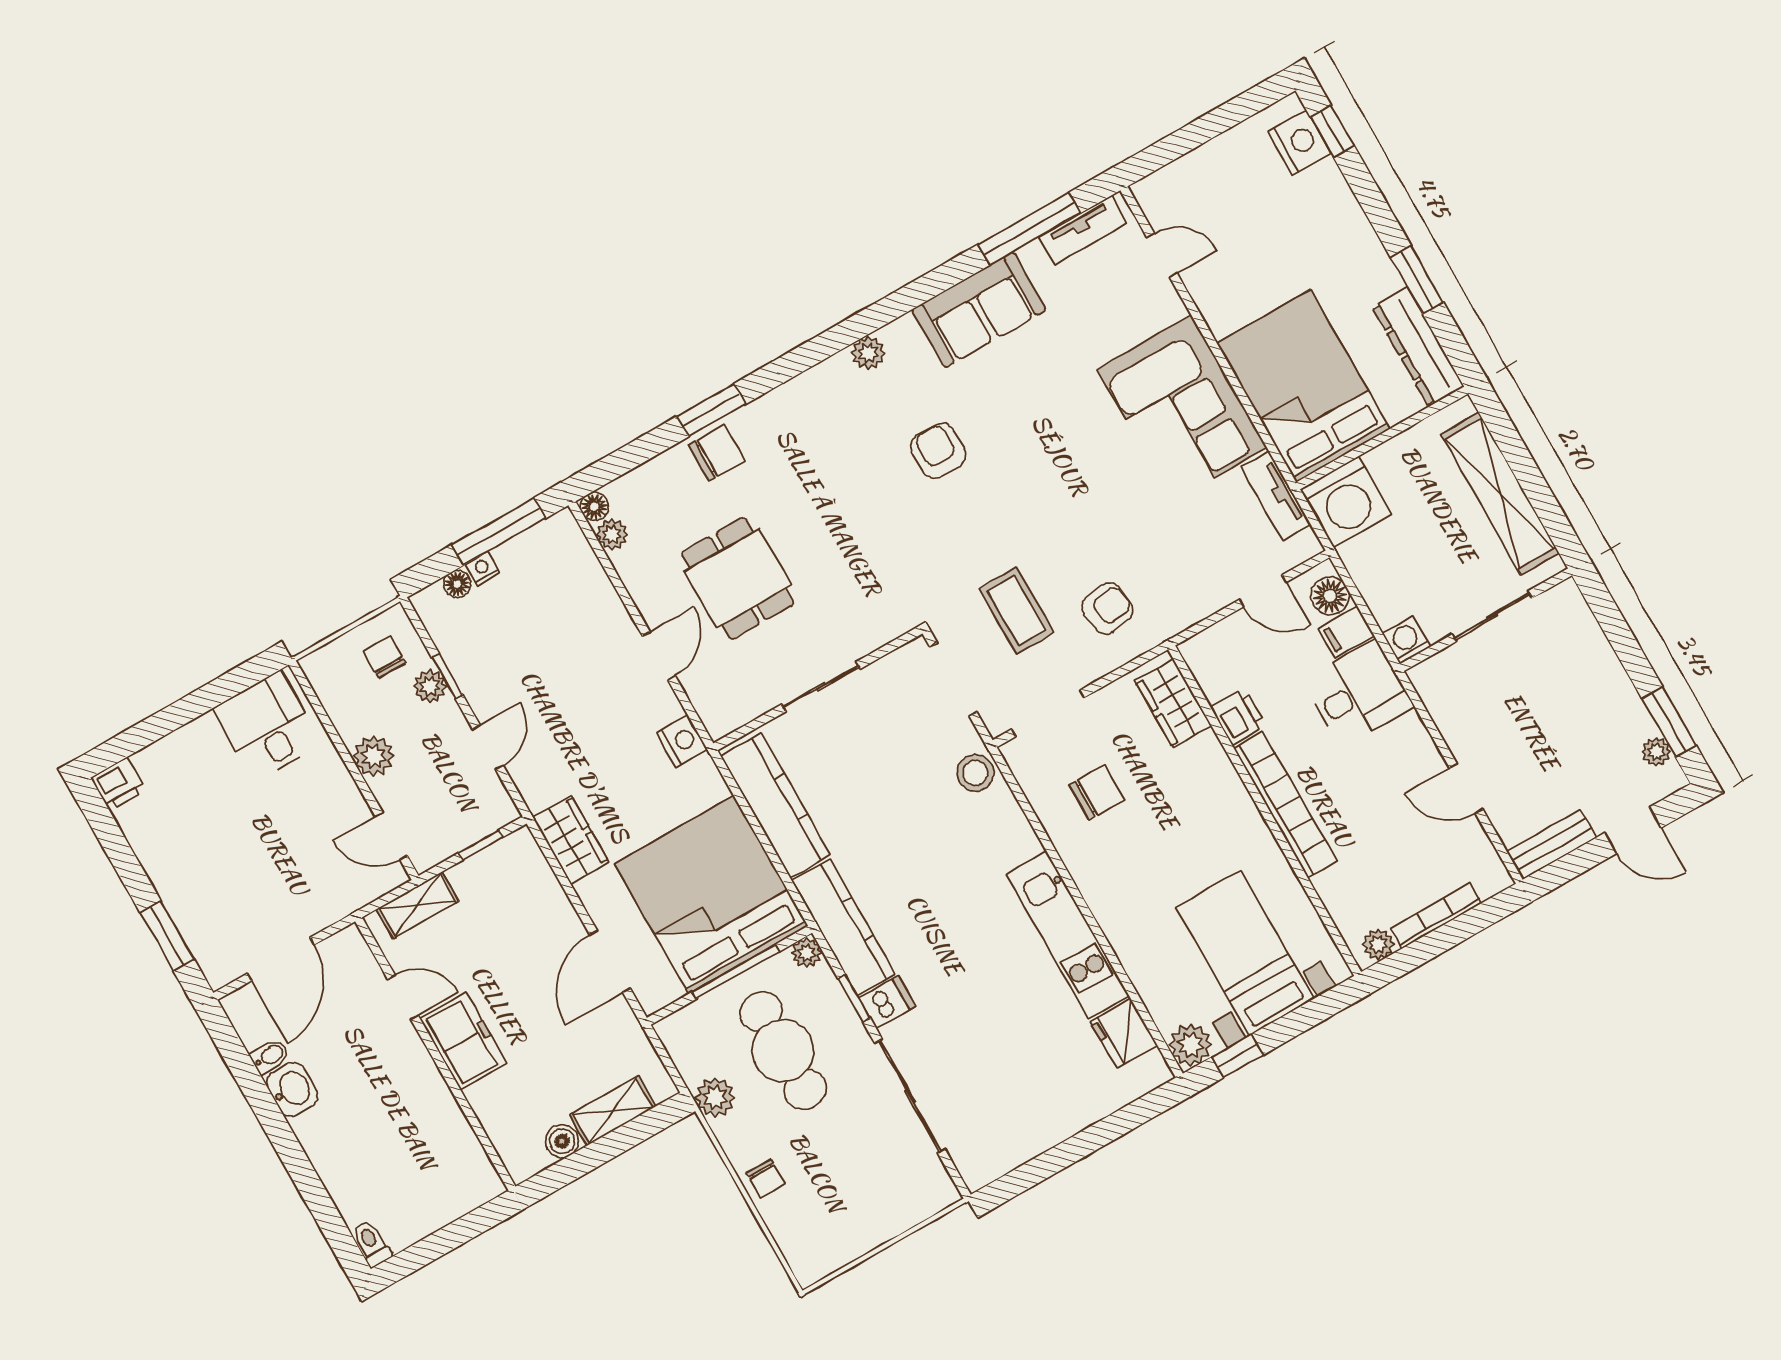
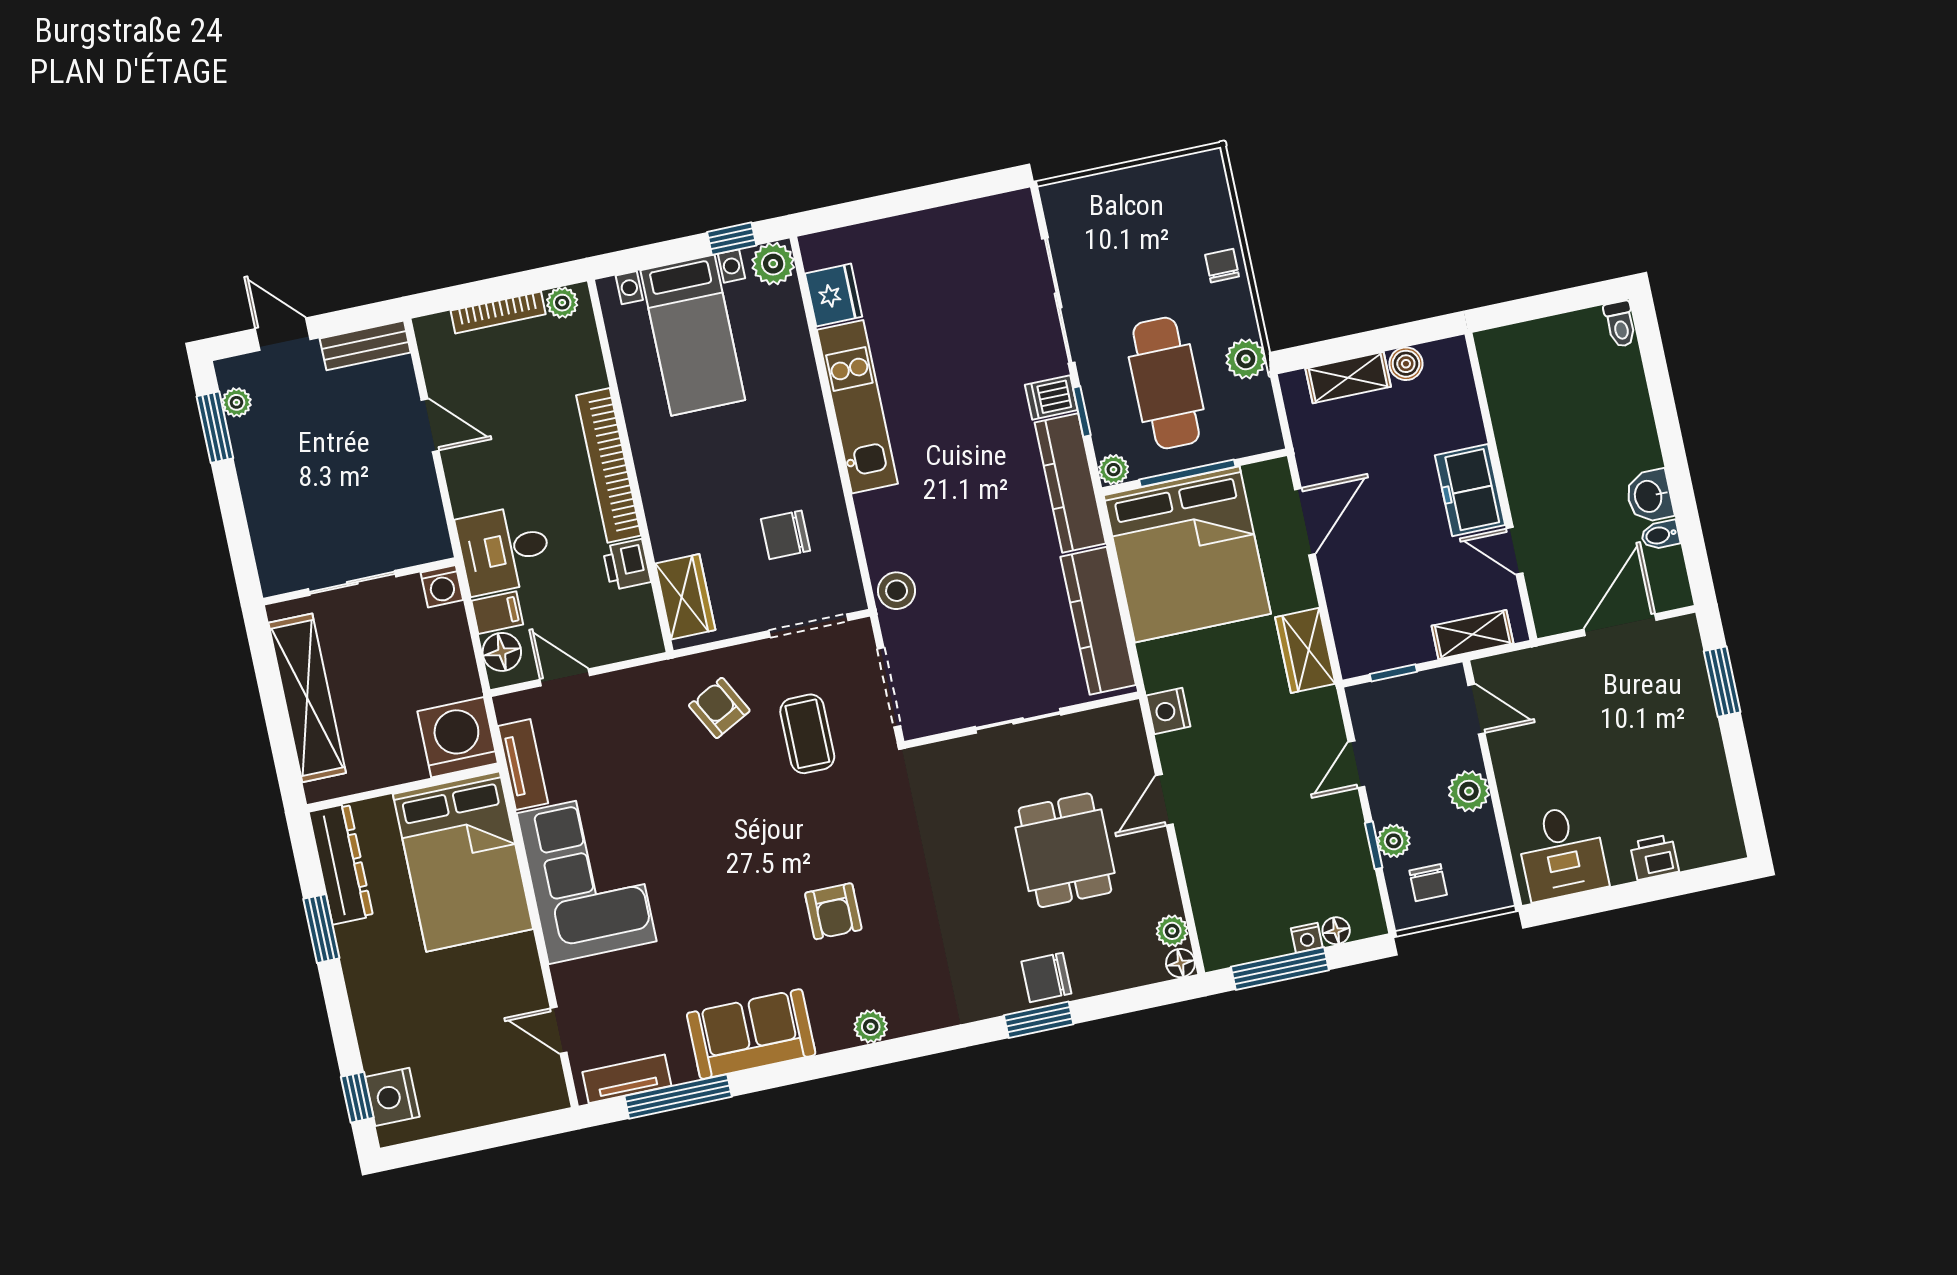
armchair: (1107, 609) -> (719, 708), turned 70
printer: (118, 784) -> (1654, 857), moved

